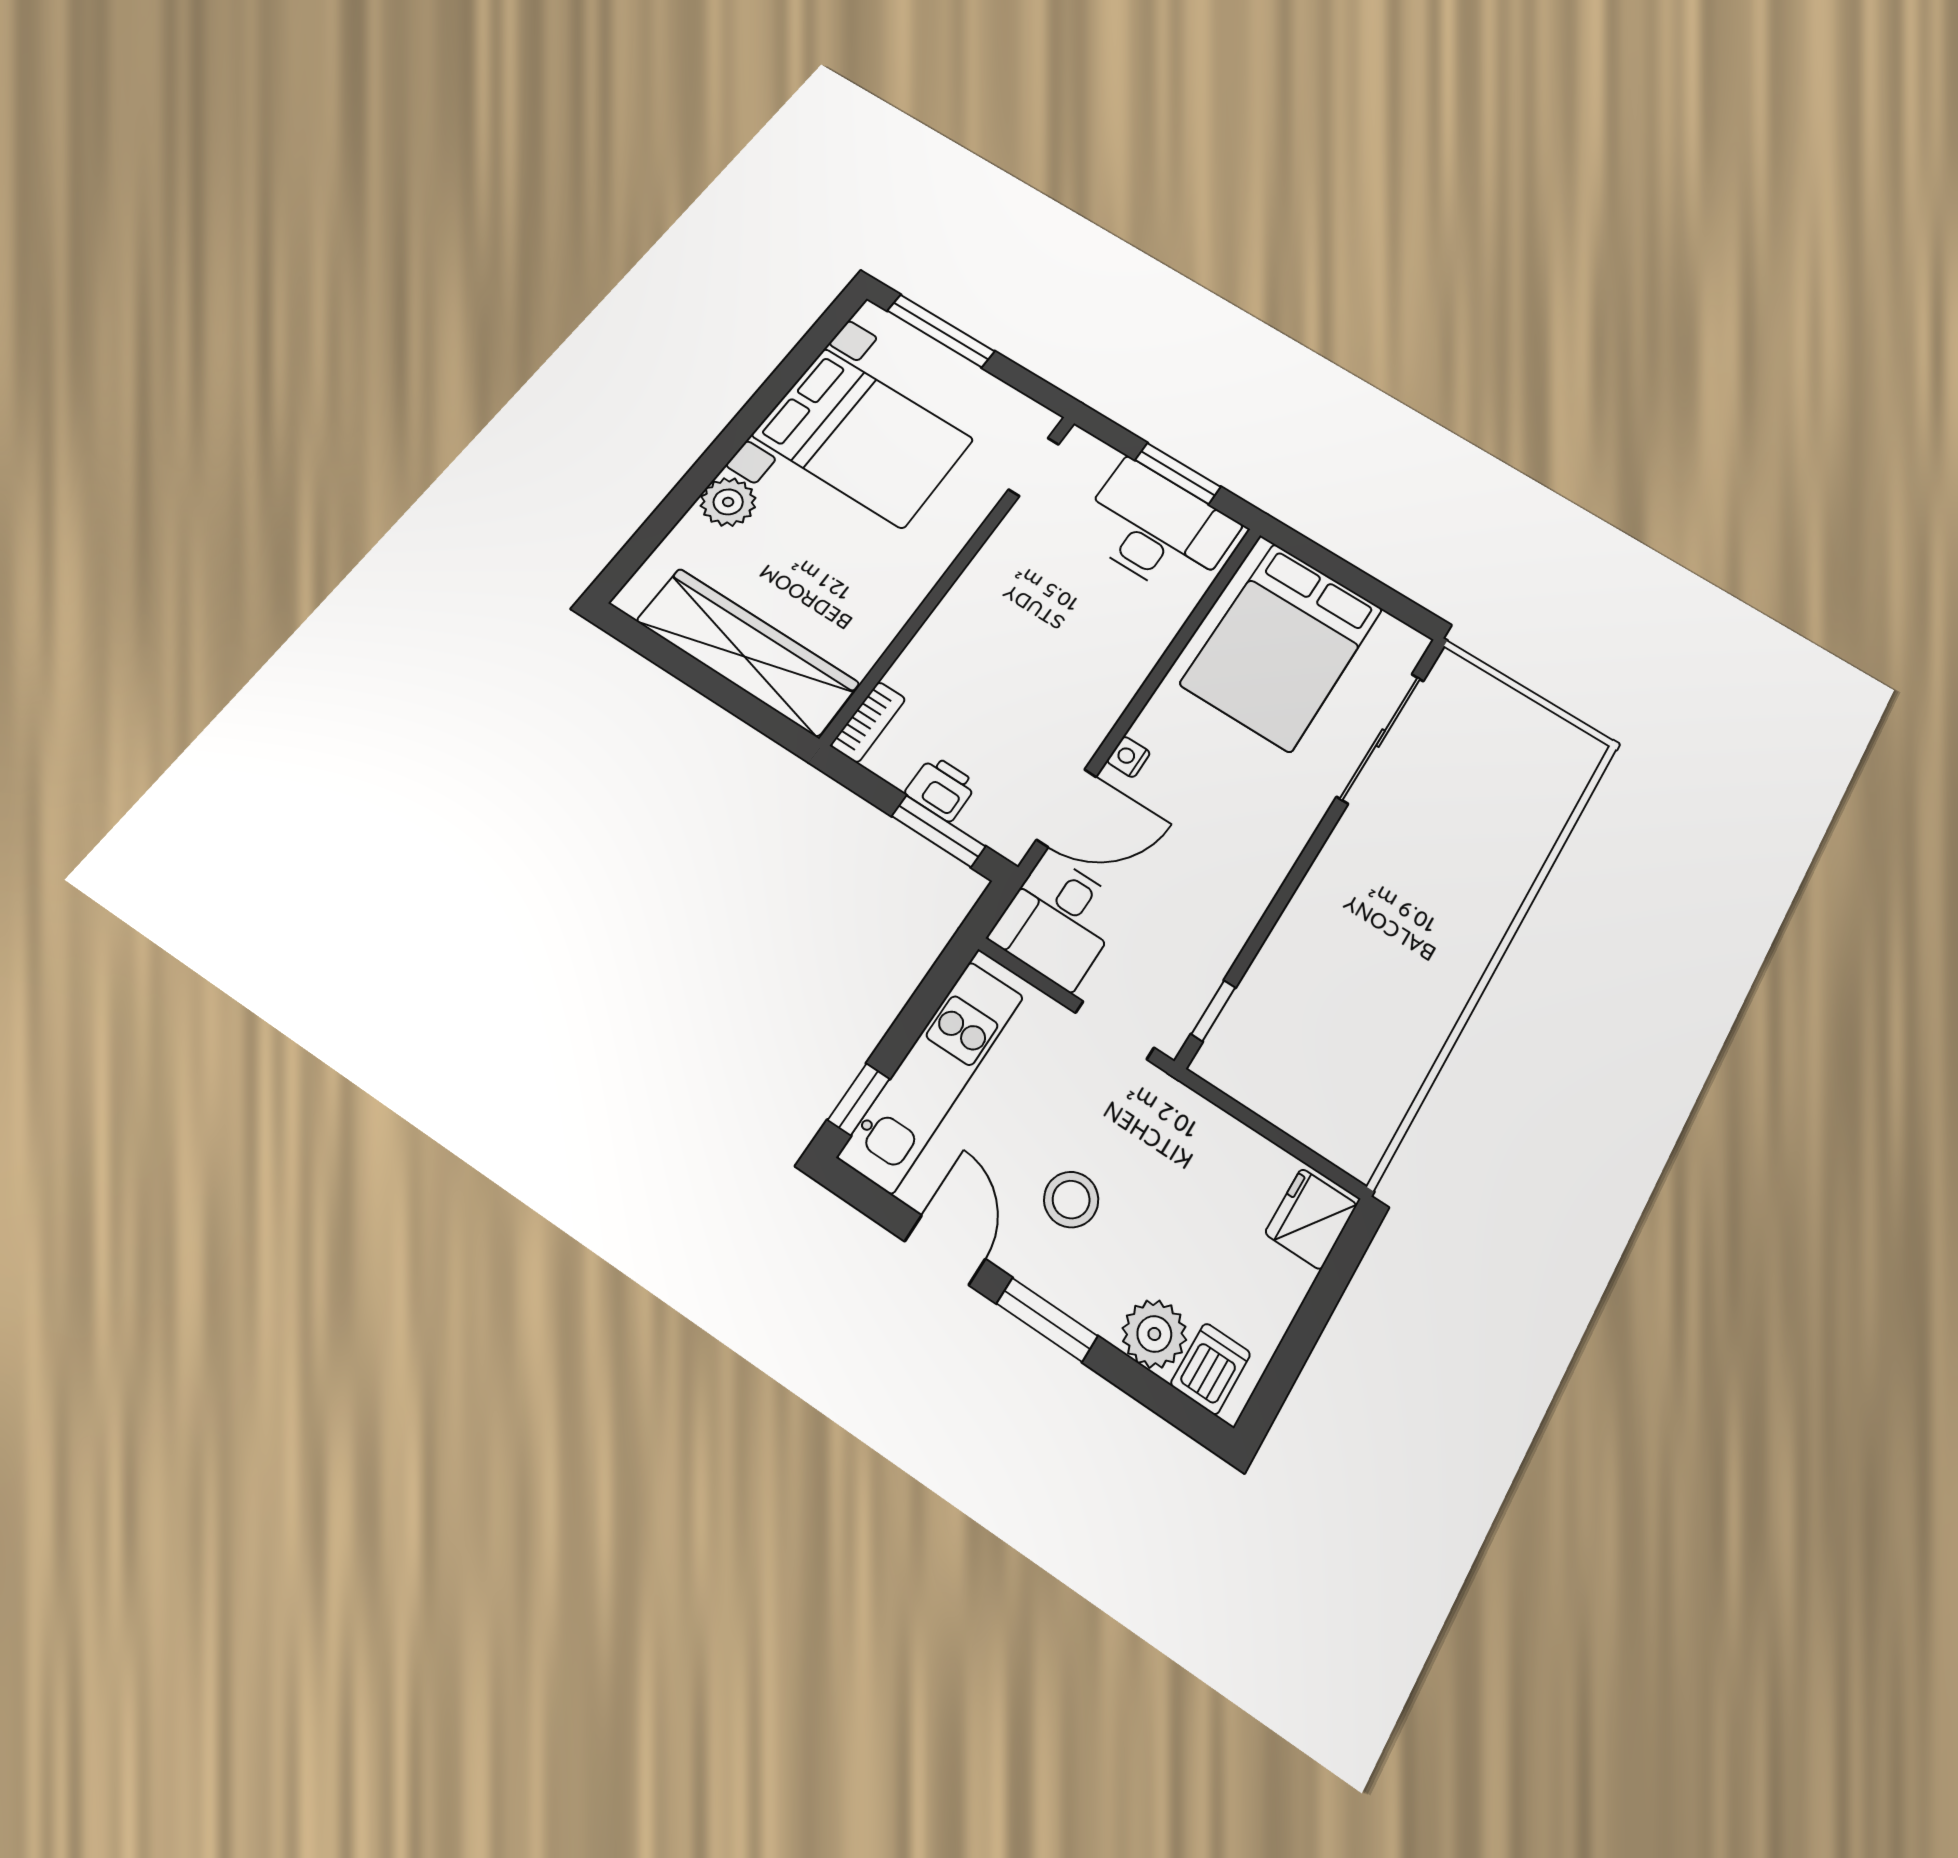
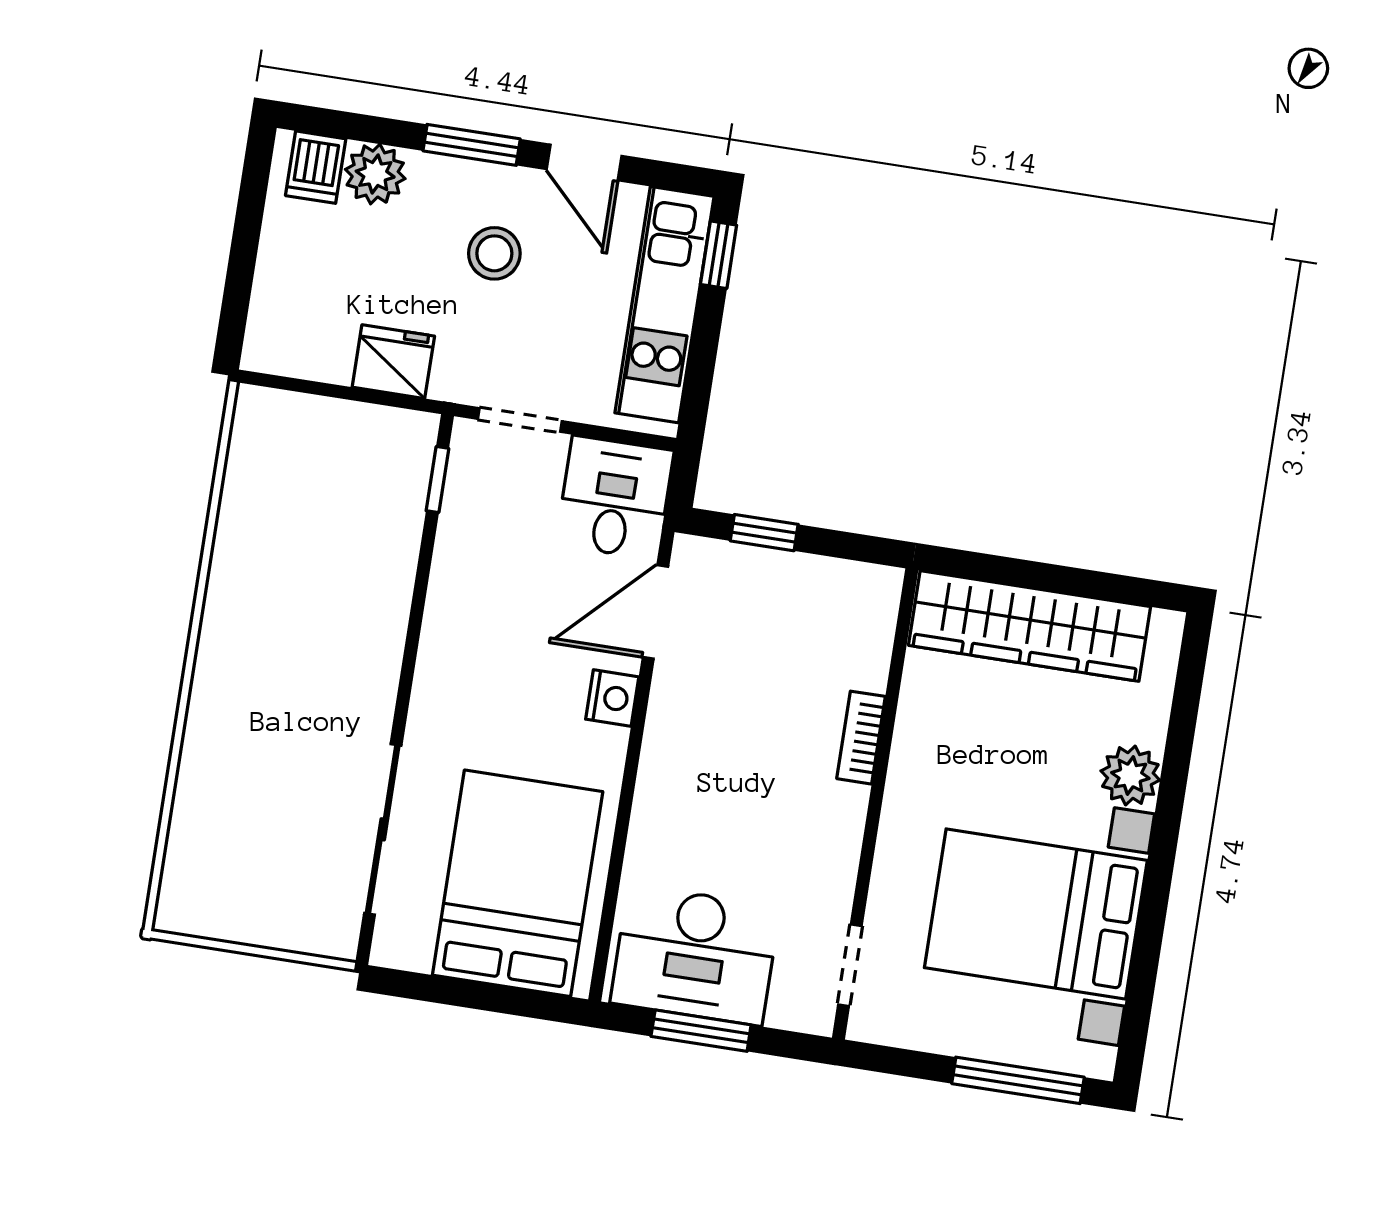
bookcase: (868, 722) -> (861, 738), moved
nightstand: (1128, 757) -> (612, 698), width x1.39, depth x1.35
printer: (941, 788) -> (781, 576), removed
window: (939, 831) -> (764, 533), width x0.67
fridge: (1311, 1219) -> (393, 362), moved, turned -90

